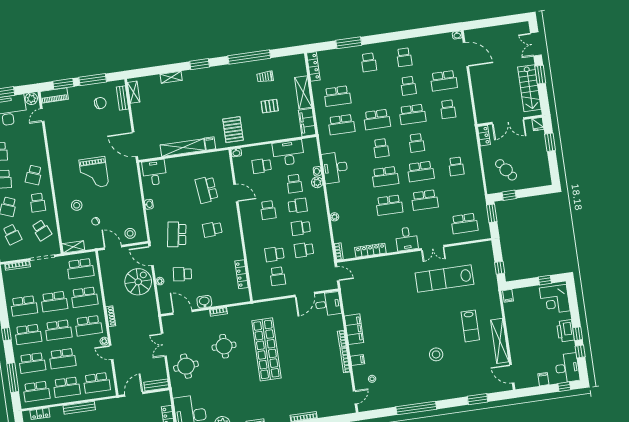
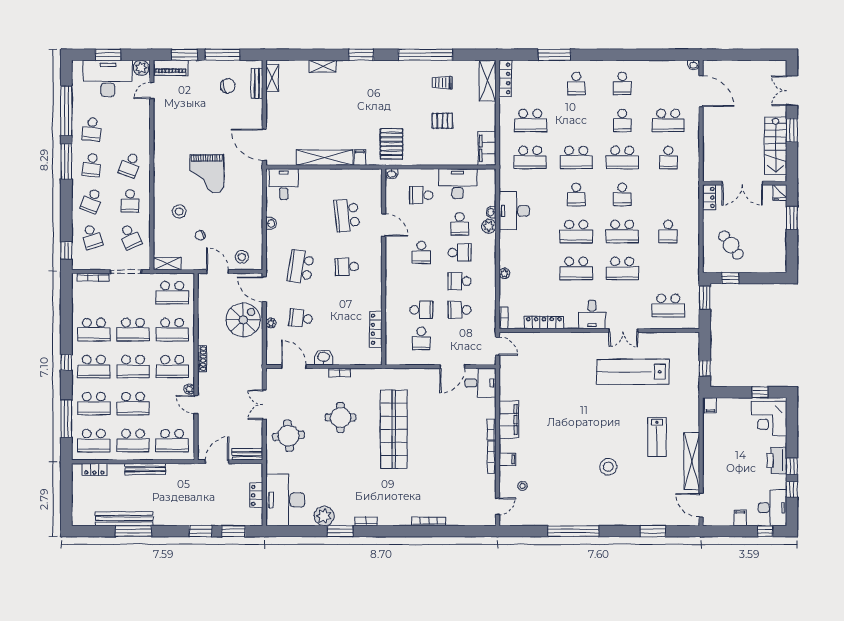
shelving: (303, 92) -> (488, 81), moved
school desk: (274, 254) -> (421, 310), turned 180

